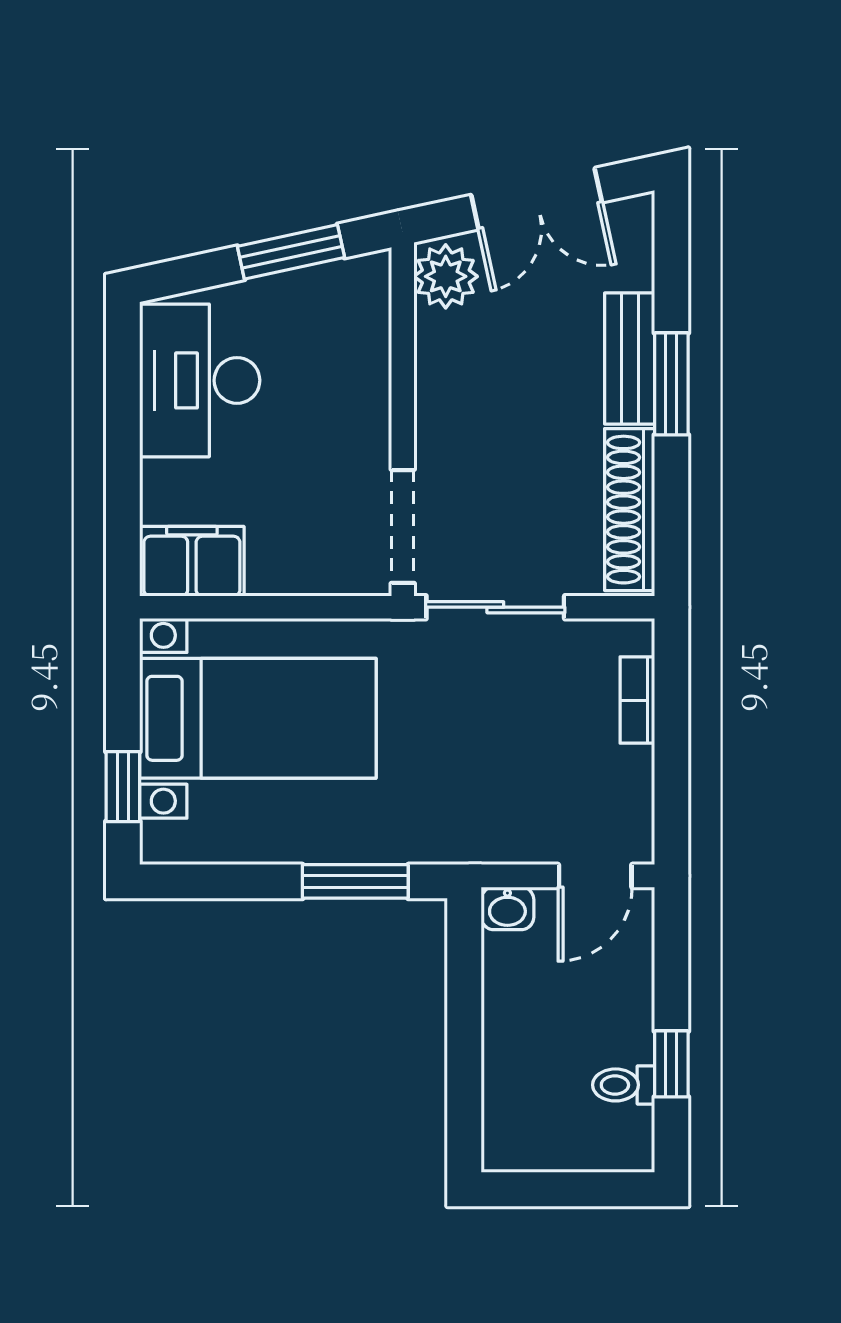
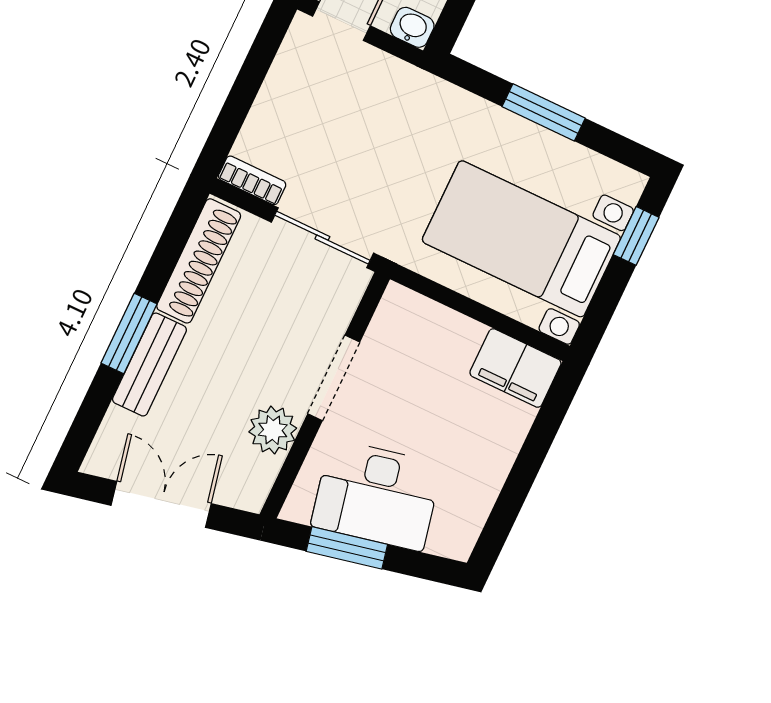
plant: (446, 276) -> (273, 430), moved
desk: (200, 380) -> (377, 495), moved, turned 78
doorway: (403, 526) -> (334, 378), moved
bookcase: (637, 700) -> (252, 180), moved, turned -90
window: (355, 881) -> (544, 112), moved

